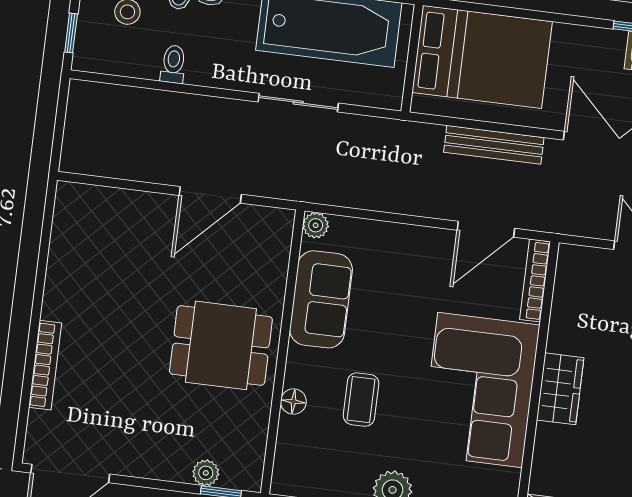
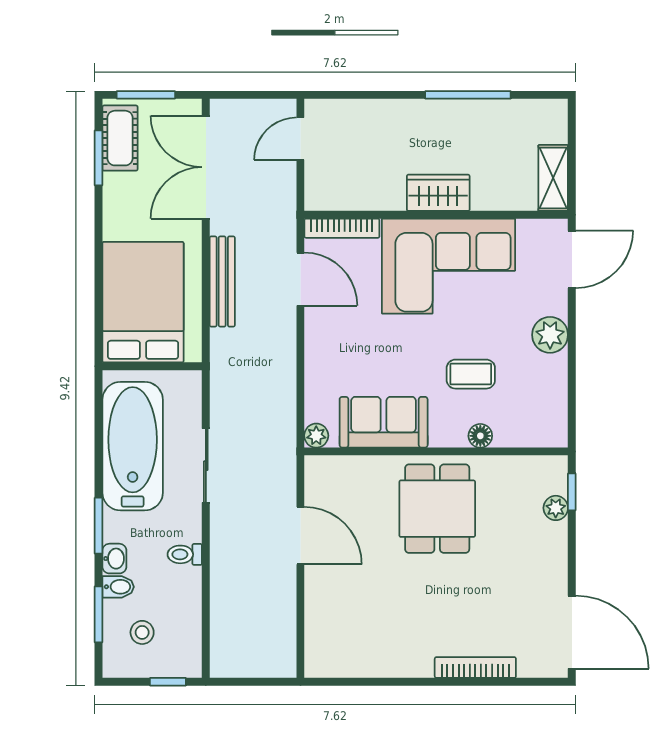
toilet: (173, 64) -> (185, 554), moved

